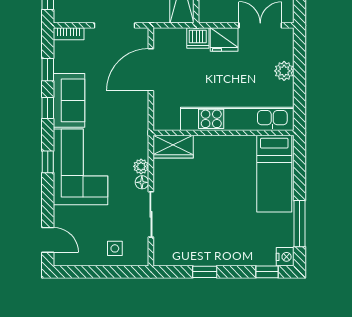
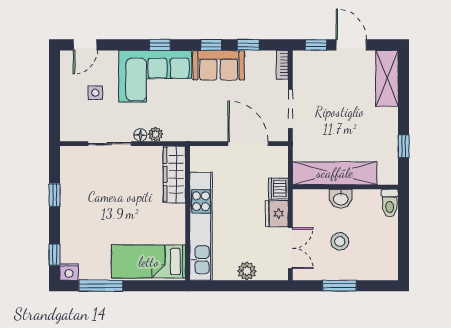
wardrobe: (173, 147) -> (174, 174), width x1.50
side table: (115, 248) -> (95, 93), moved

